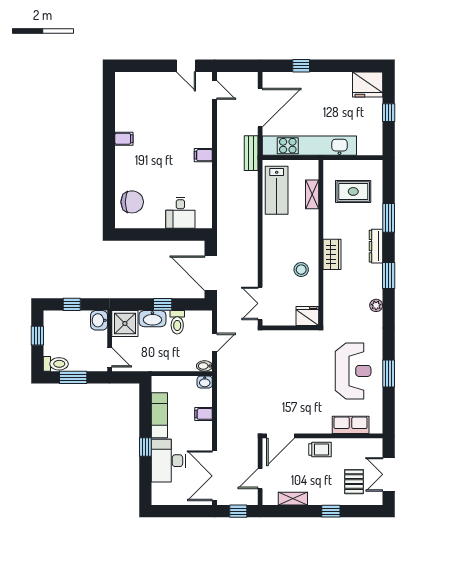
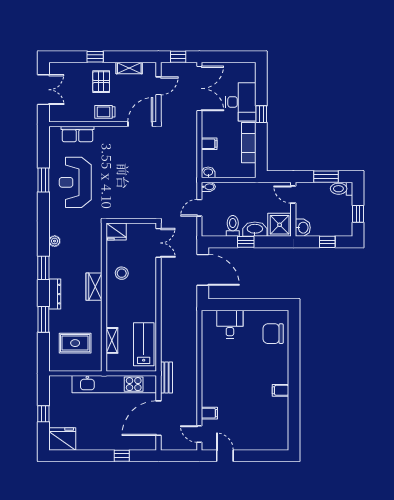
filing cabinet: (203, 155) -> (209, 413), moved
pallet: (354, 482) -> (101, 82), moved

